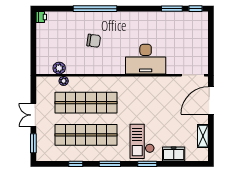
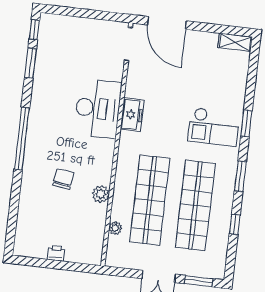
window: (95, 9) -> (22, 139), moved
printer: (41, 17) -> (56, 253), moved
plant: (59, 68) -> (101, 194), moved
shelving: (203, 136) -> (235, 42), moved
freezer: (174, 154) -> (132, 115), moved, turned 180

